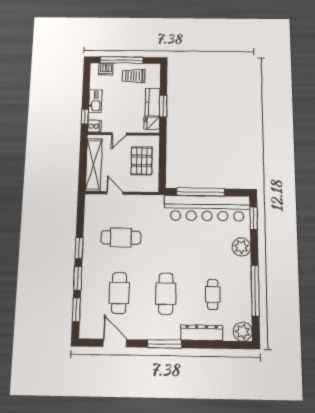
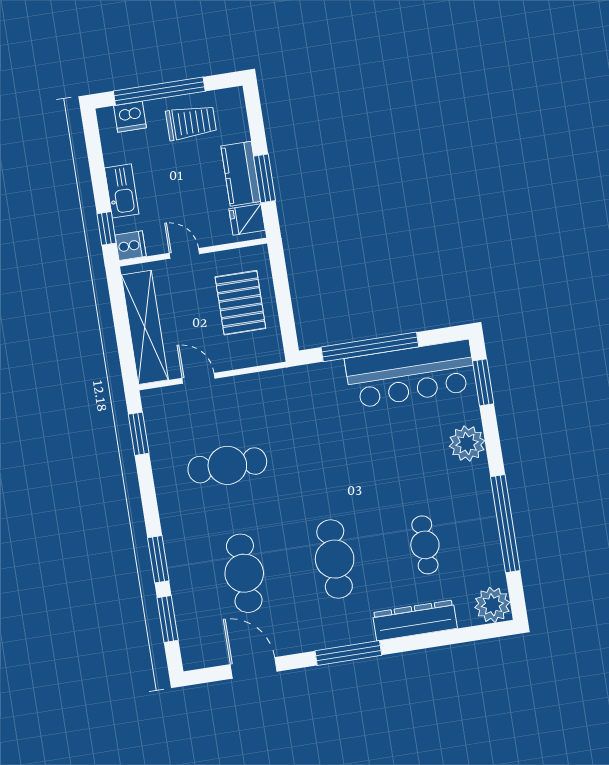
trolley: (134, 76) -> (191, 122), turned 180
door: (119, 134) -> (184, 253), swing flipped
bar counter: (207, 208) -> (410, 374), width x0.73
window: (79, 248) -> (139, 434), moved

